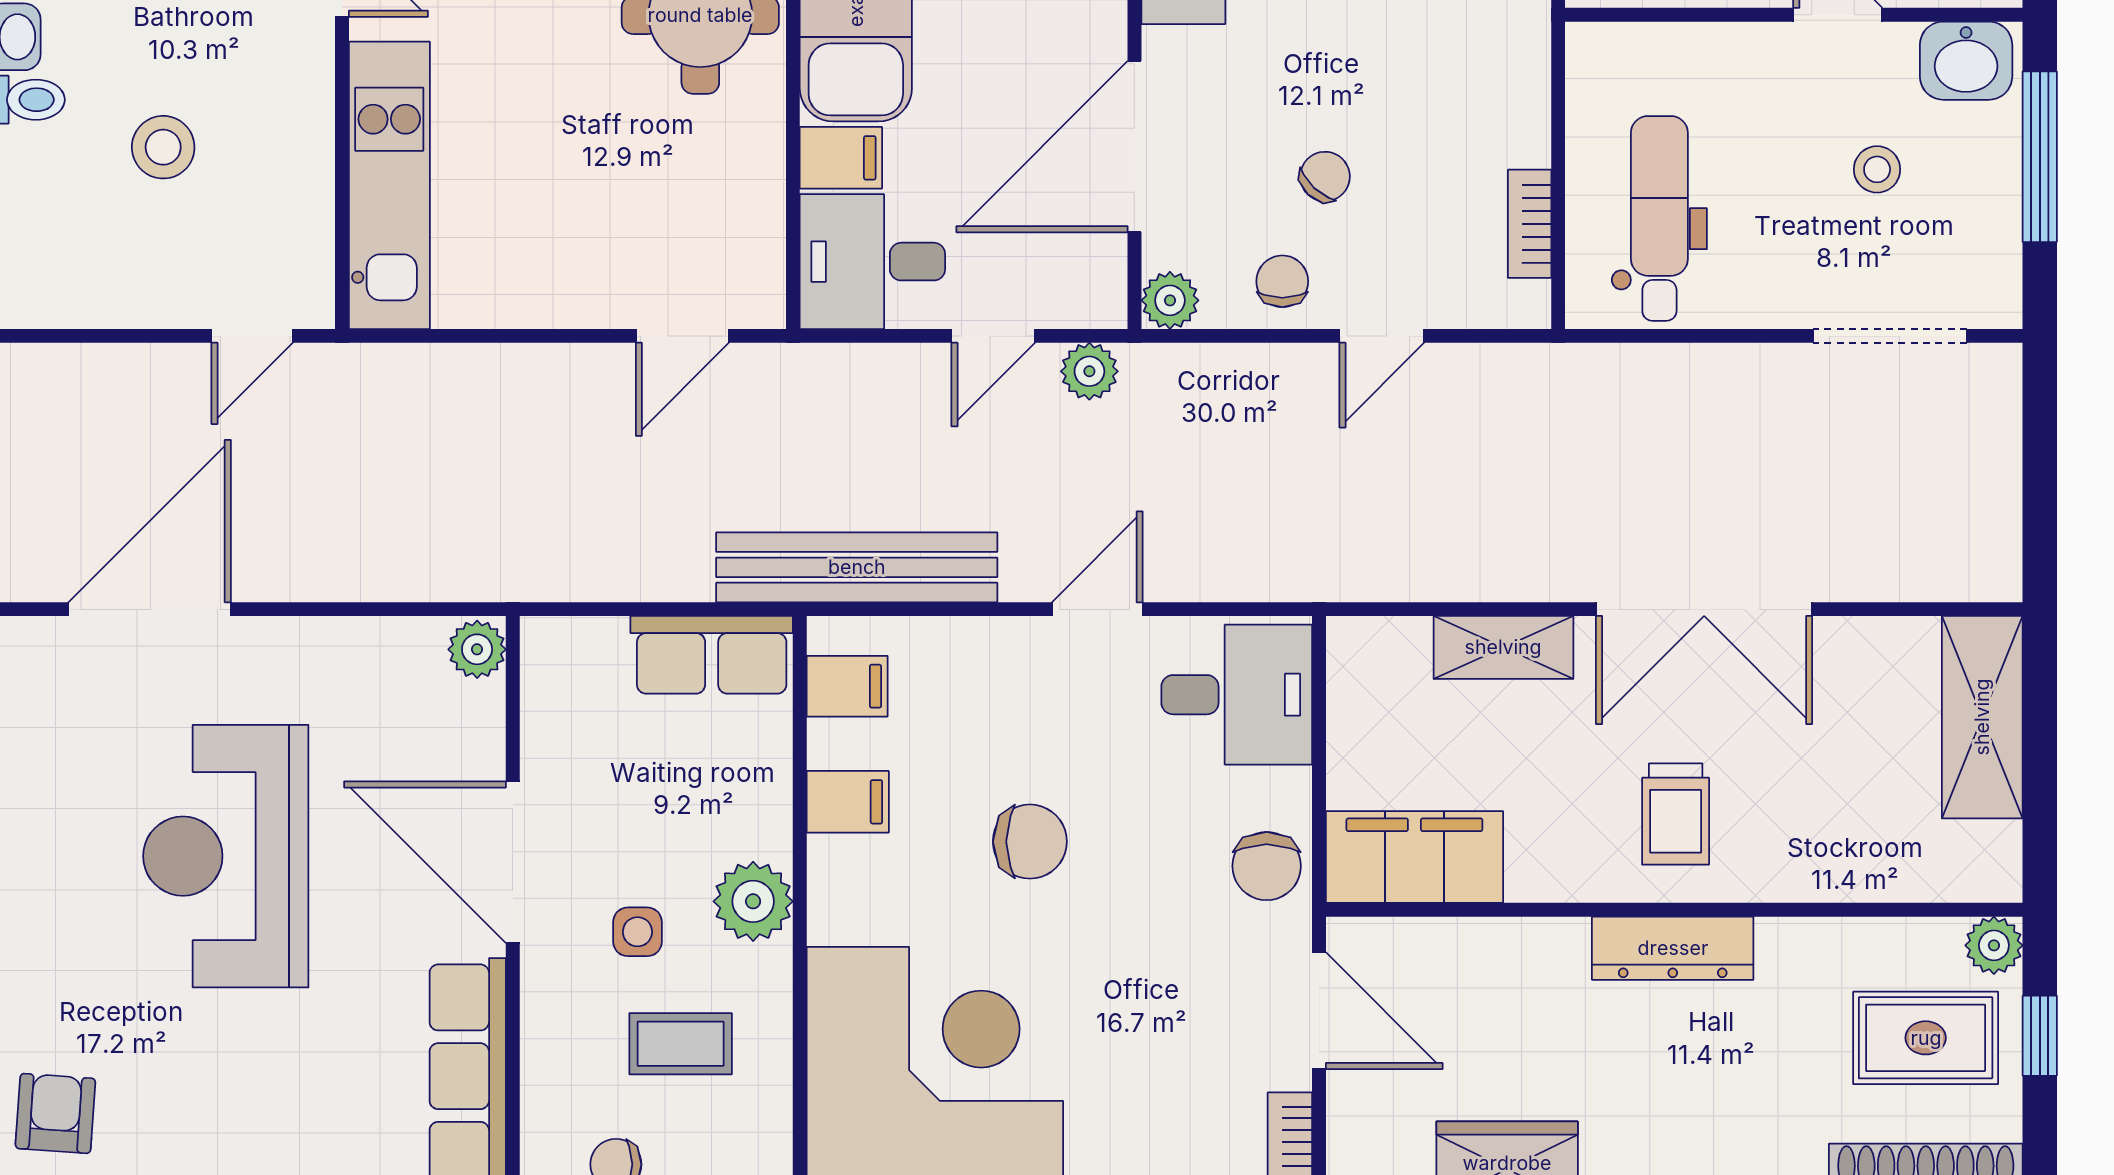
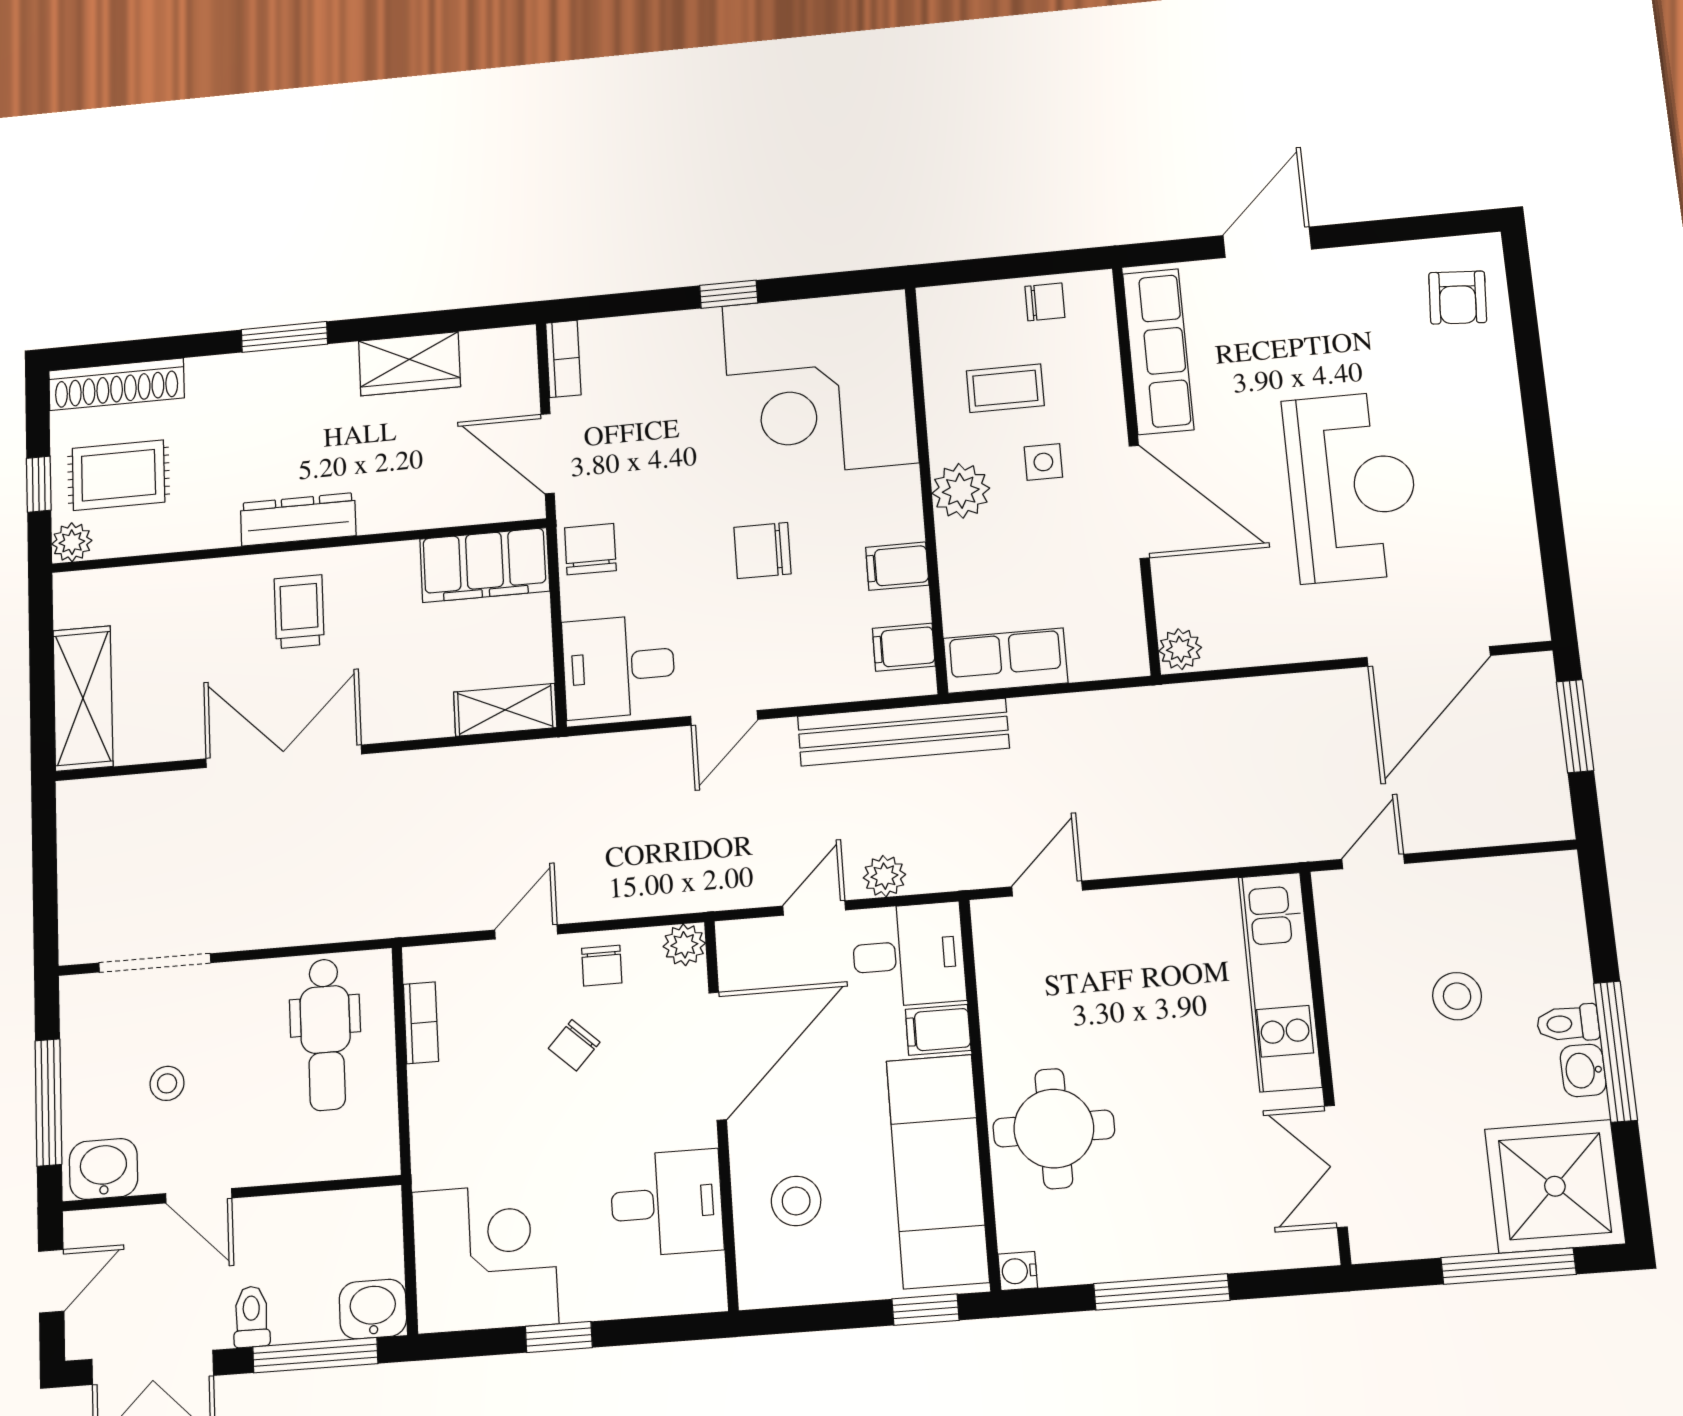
plant: (1089, 371) -> (884, 876), moved
shelving: (1503, 647) -> (505, 710), moved

